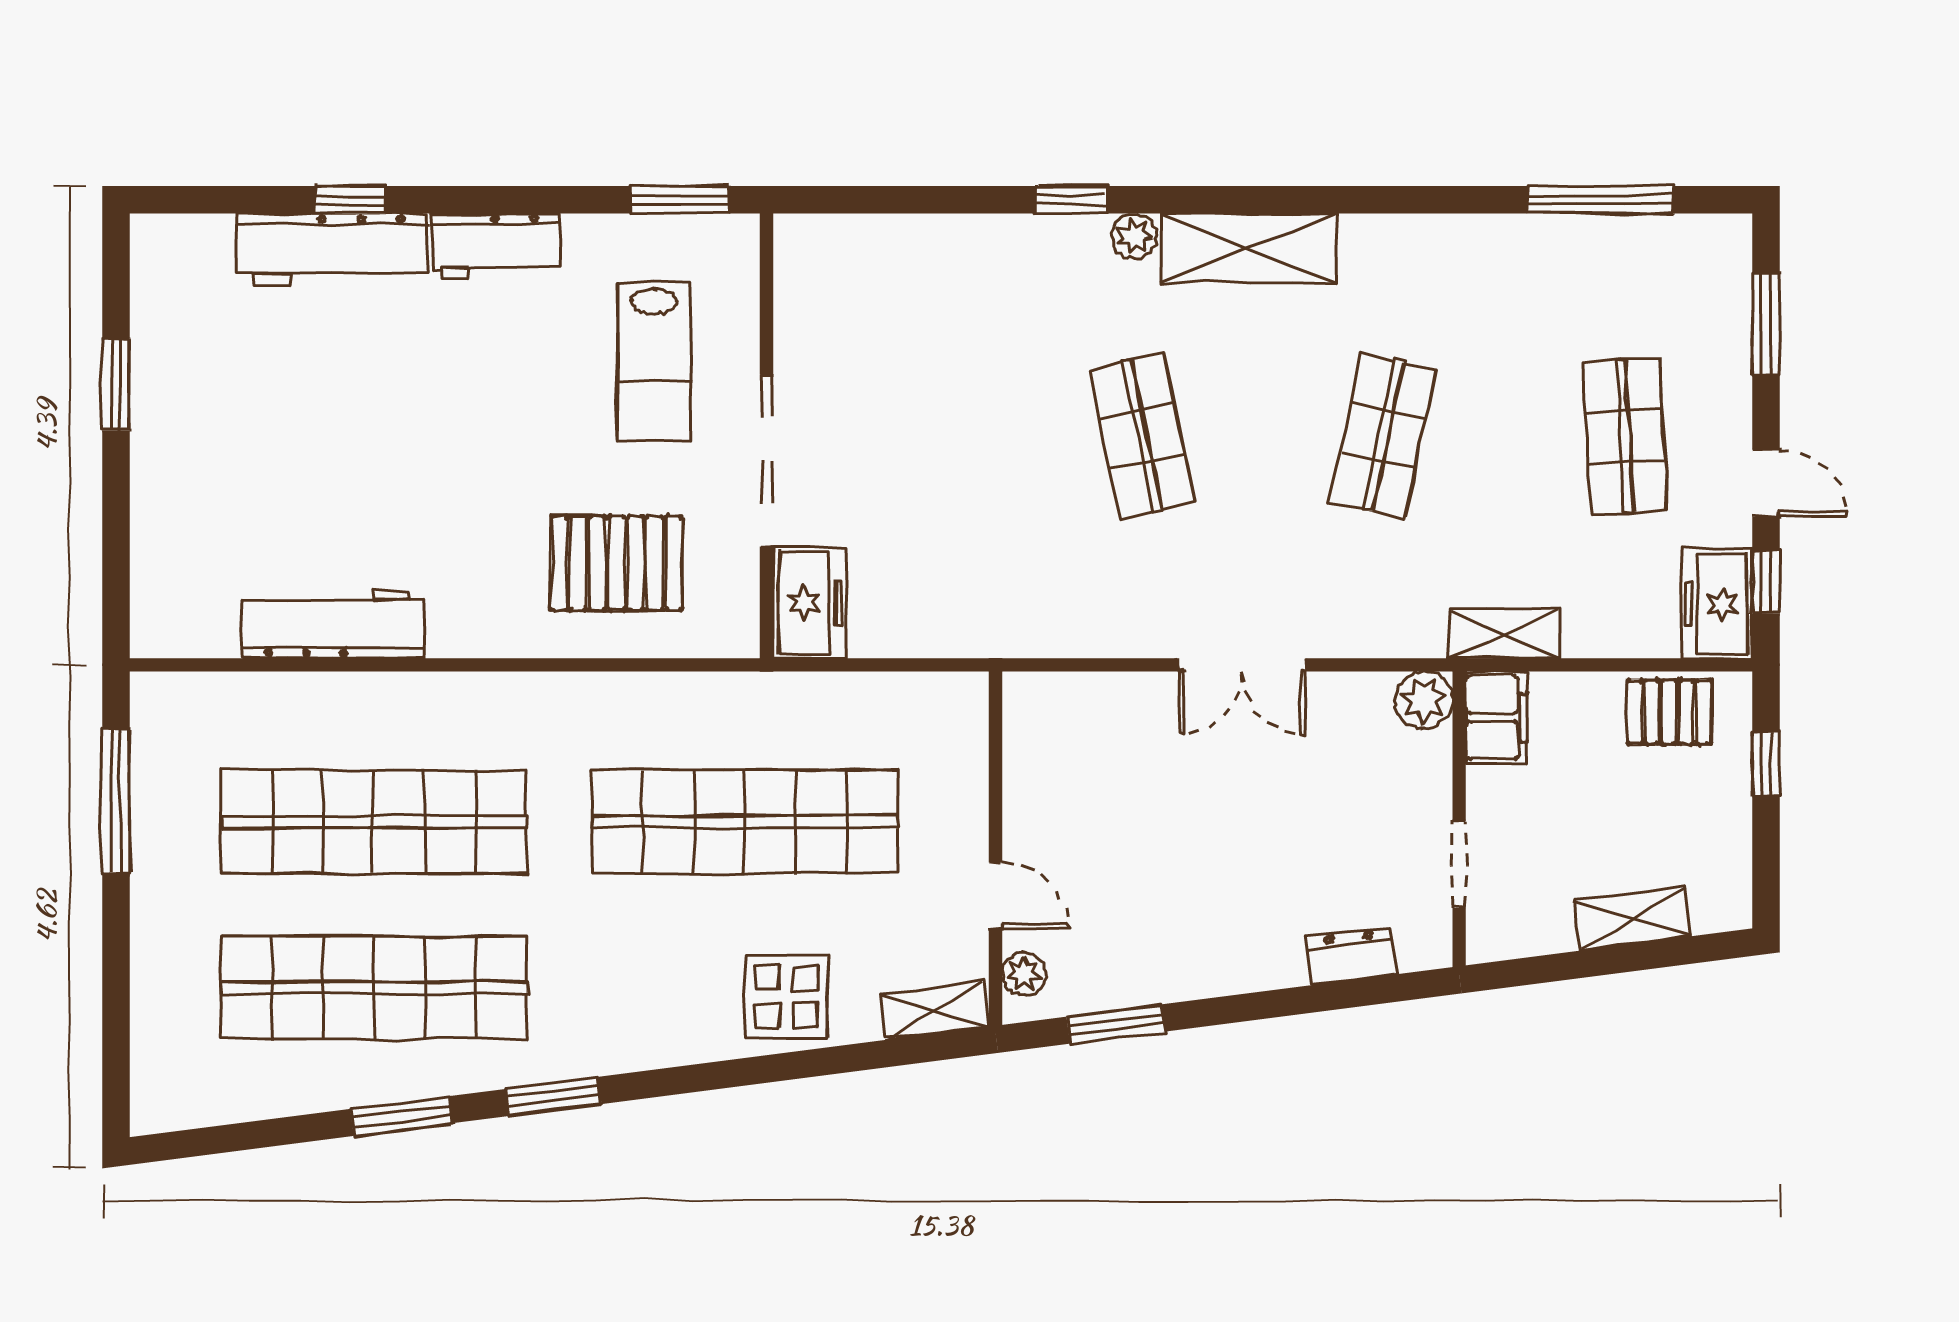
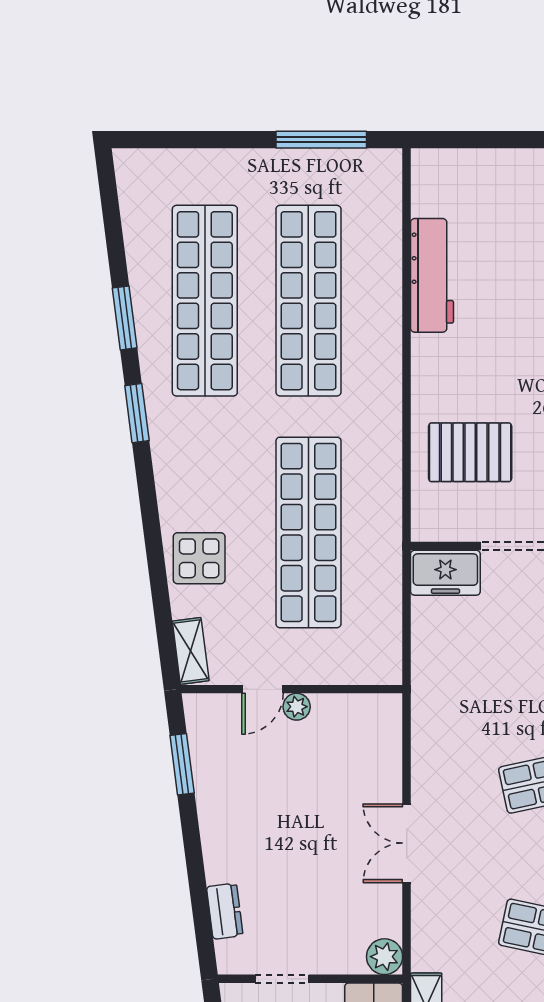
pallet: (617, 563) -> (470, 452), turned 90
plant: (1024, 974) -> (297, 707), moved

